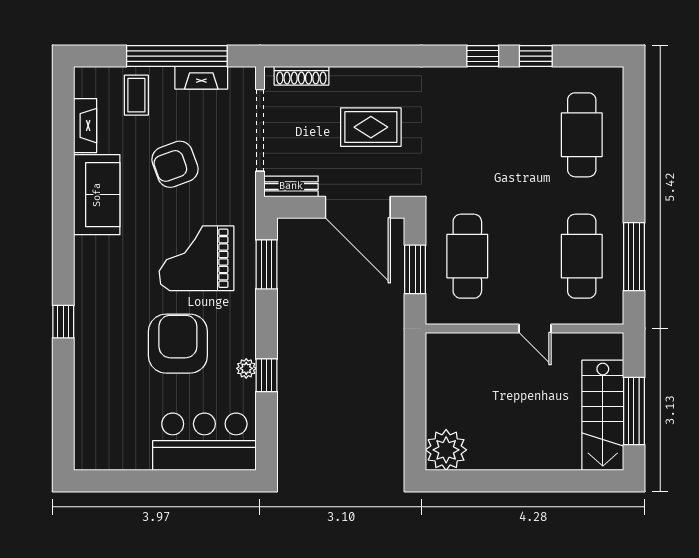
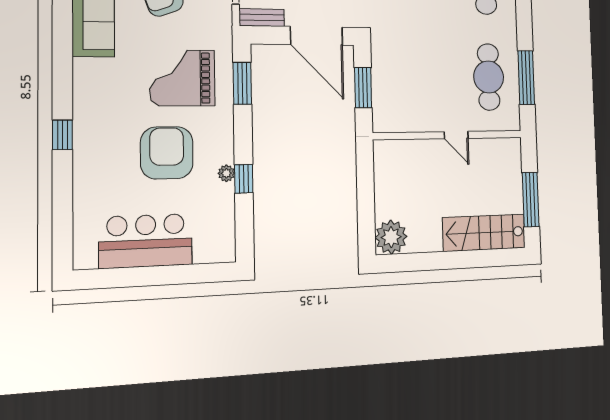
cafe table: (467, 256) -> (403, 77), removed
stairs: (603, 415) -> (484, 233), moved, turned 90
bar counter: (204, 442) -> (146, 241), moved

